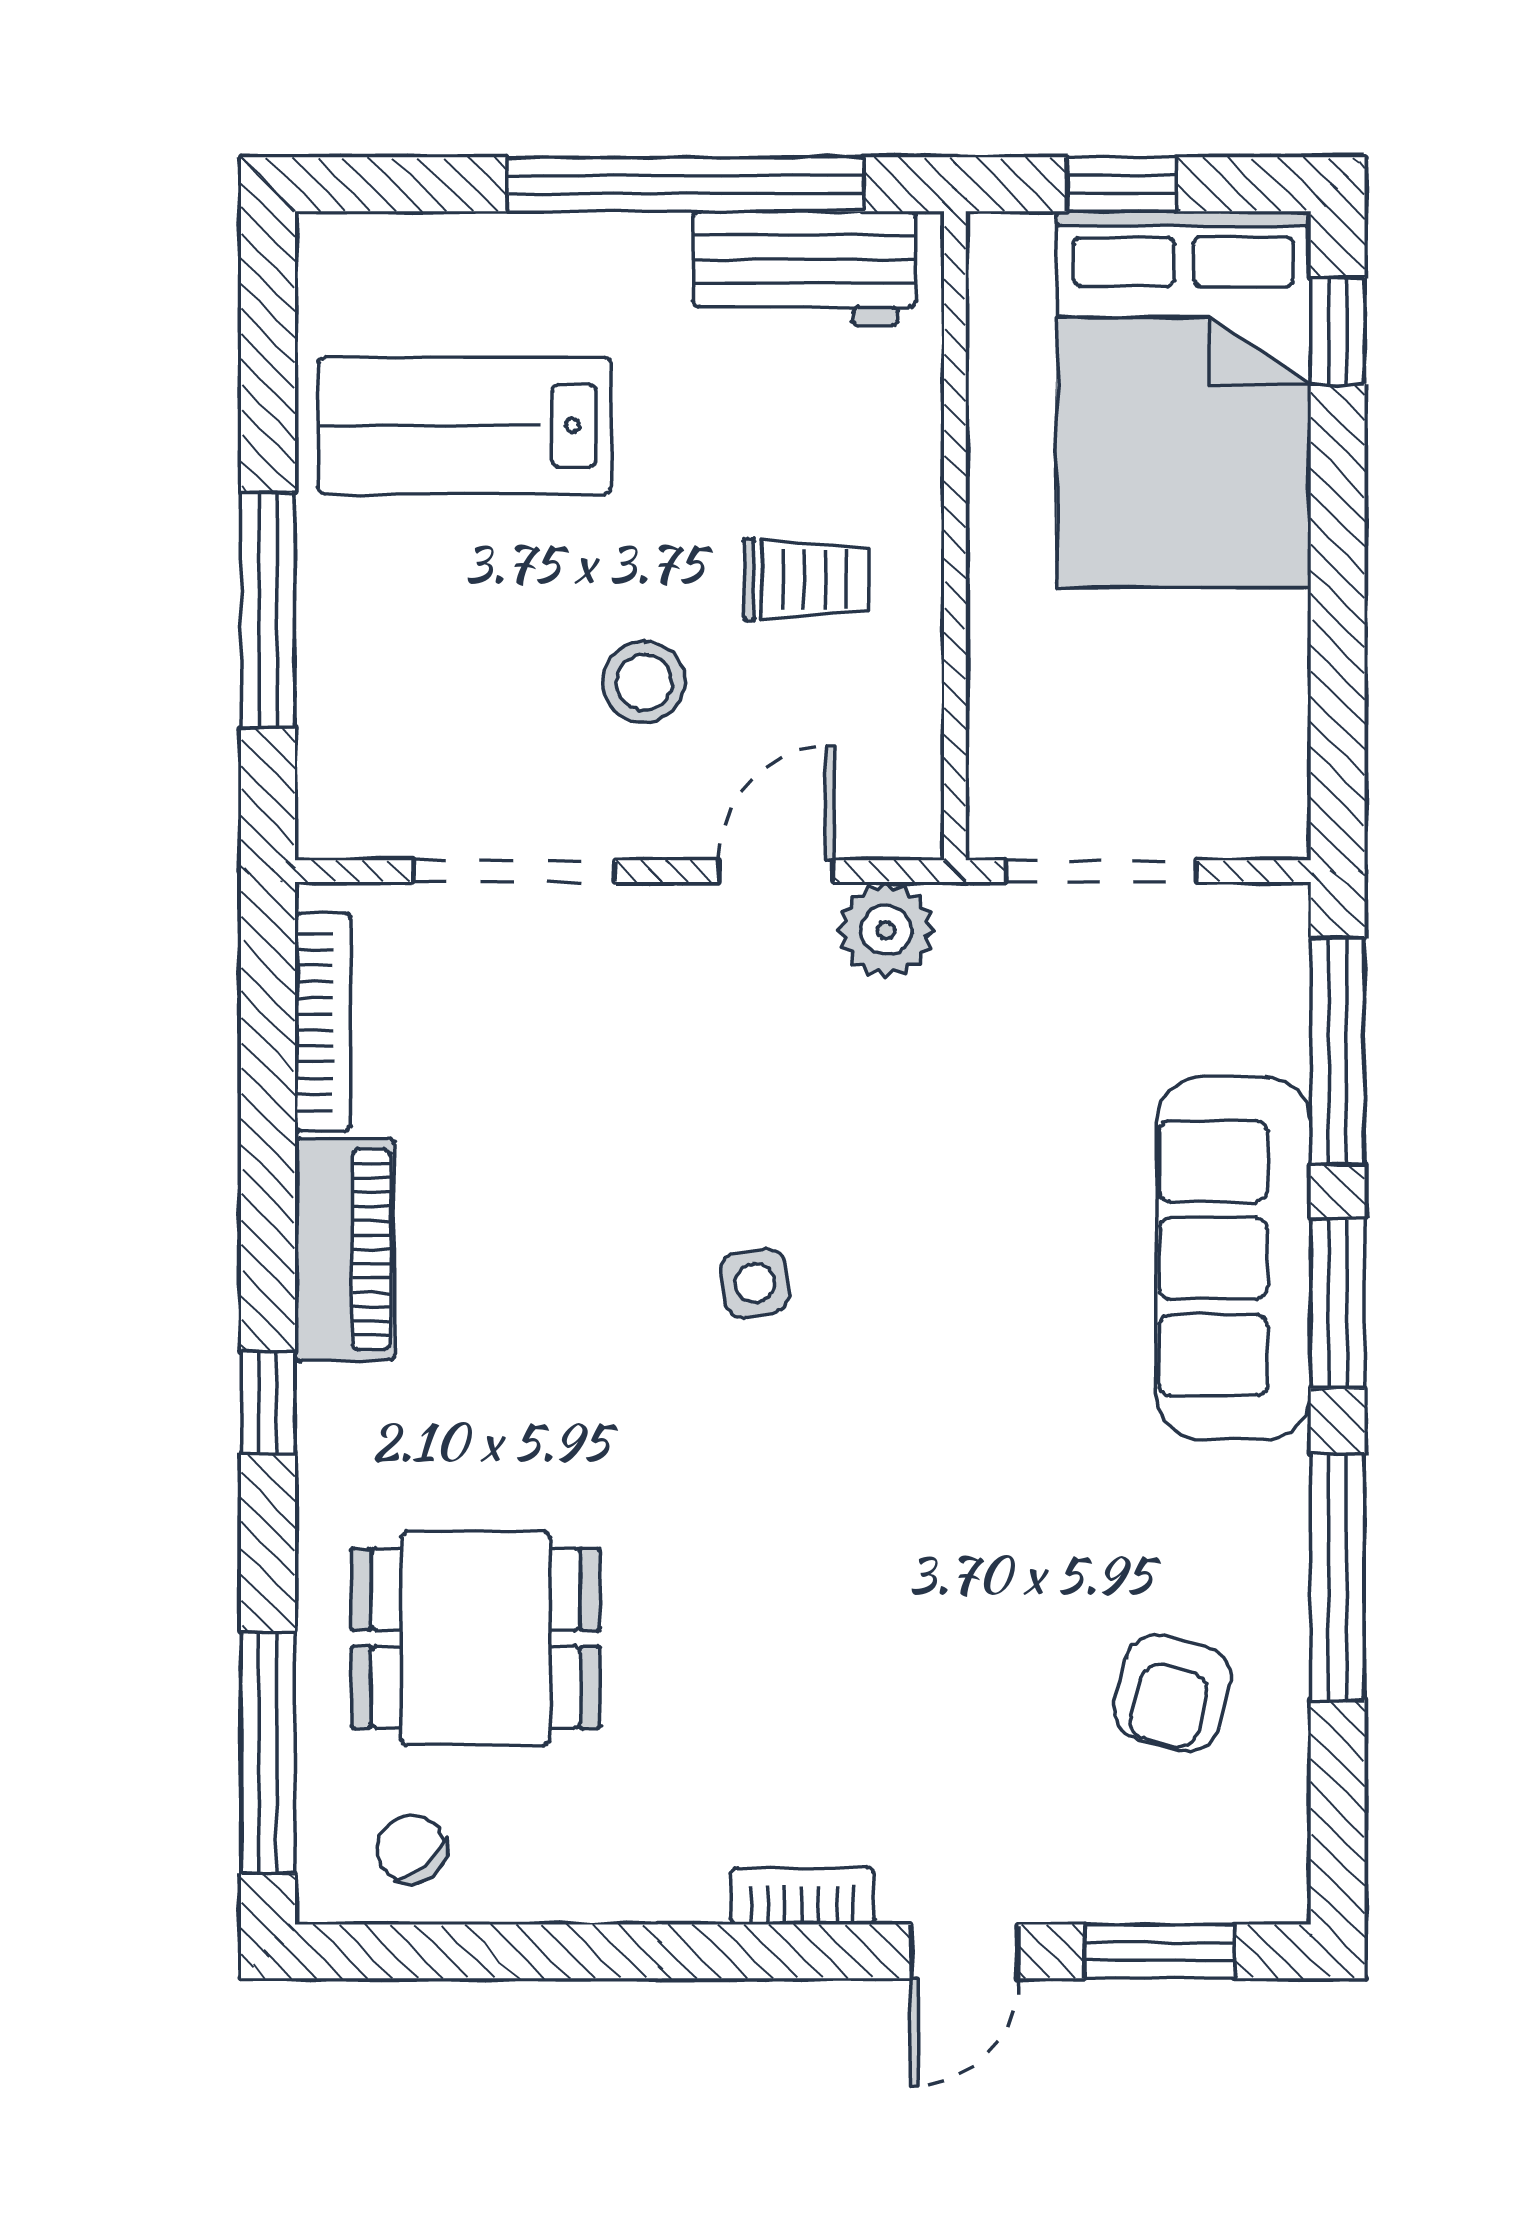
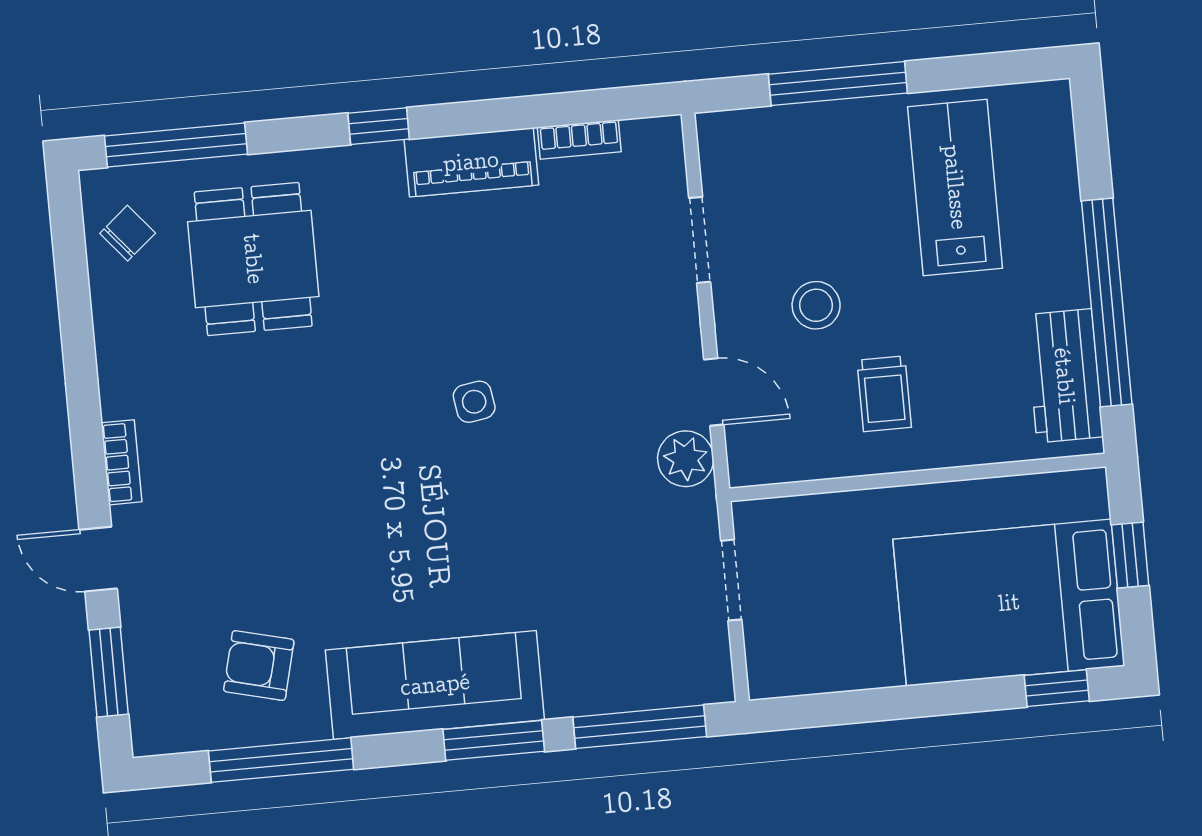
doorway: (514, 871) -> (700, 240), width x0.73
doorway: (1101, 871) -> (731, 580), width x0.73
bookcase: (323, 1022) -> (579, 140), width x0.64
sofa: (1234, 1258) -> (435, 685), moved
window: (1338, 1577) -> (281, 760), moved

